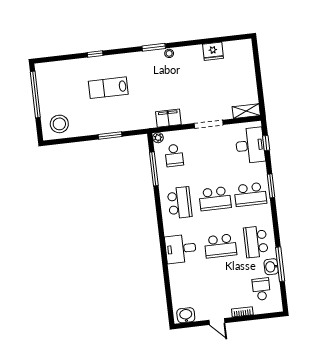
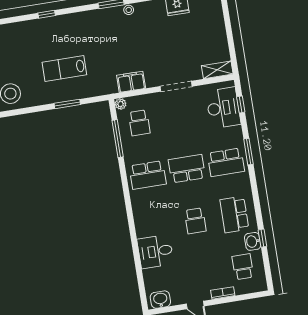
lab bench: (108, 88) -> (64, 69), moved
school desk: (215, 199) -> (187, 169), turned 180
school desk: (180, 203) -> (148, 175), turned 90
school desk: (220, 246) -> (195, 221), width x0.54
desk: (181, 249) -> (155, 251), moved
window: (280, 264) -> (262, 238), width x0.46

